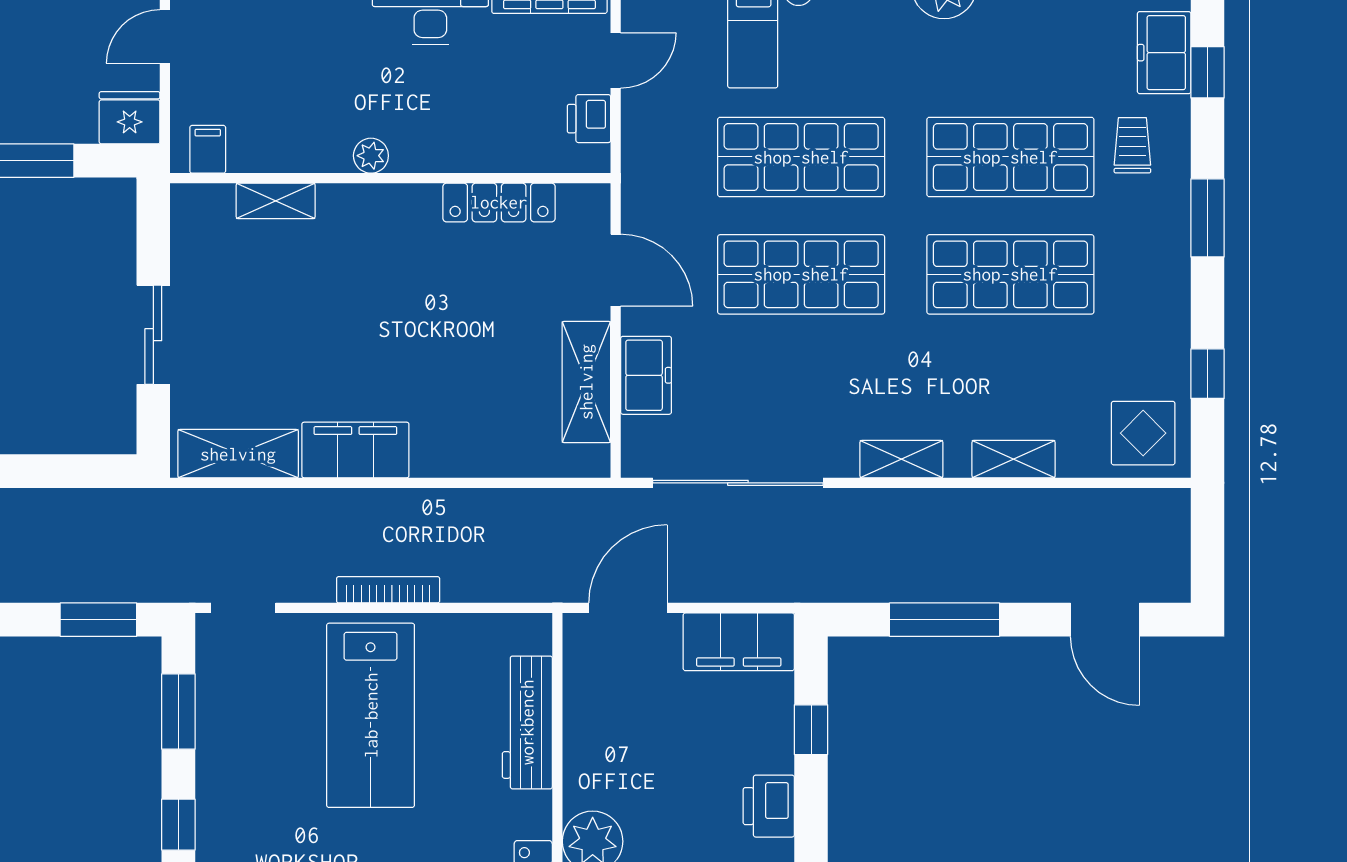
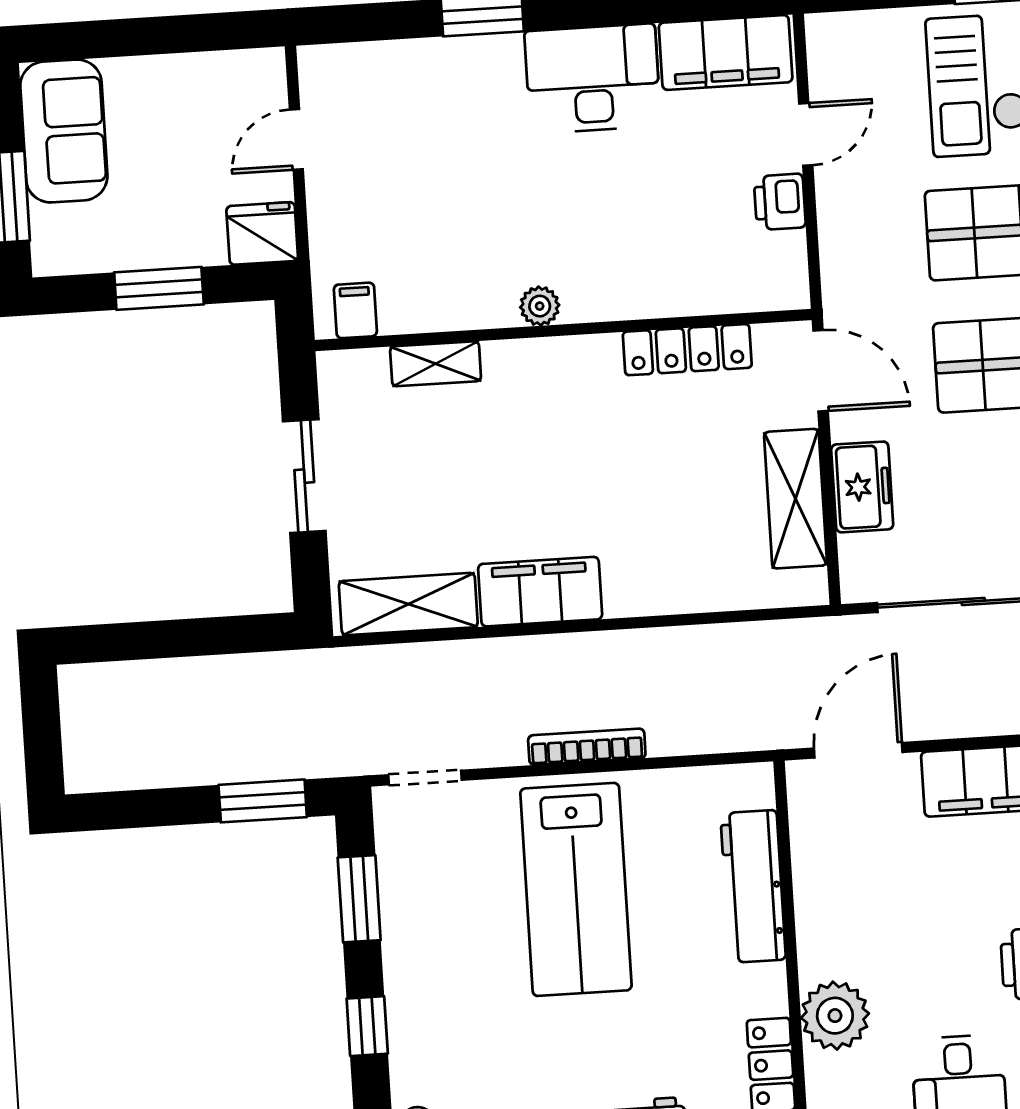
filing cabinet: (208, 149) -> (355, 310), moved
plant: (371, 156) -> (540, 306), moved
wall: (390, 178) -> (563, 330), moved
shelving: (276, 201) -> (436, 364), moved
locker: (499, 202) -> (687, 350), moved

